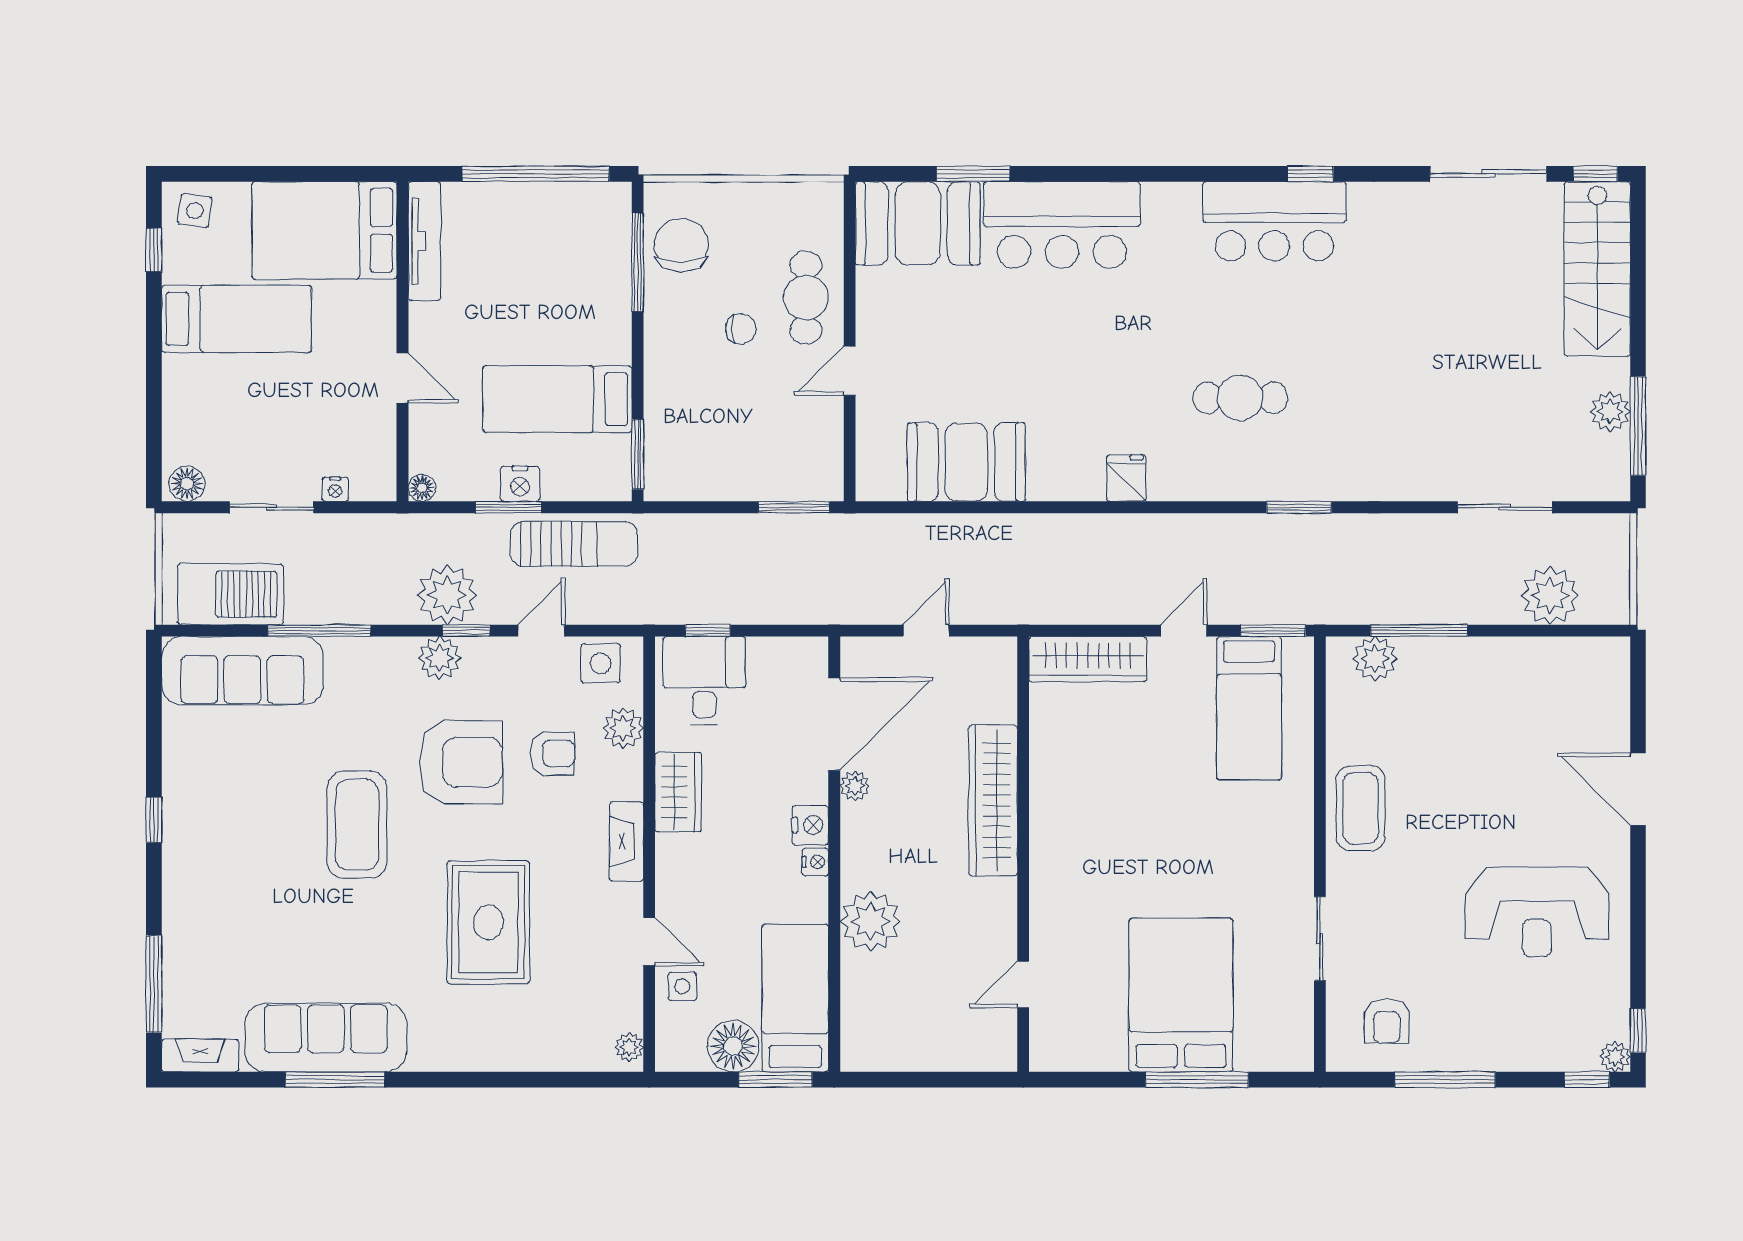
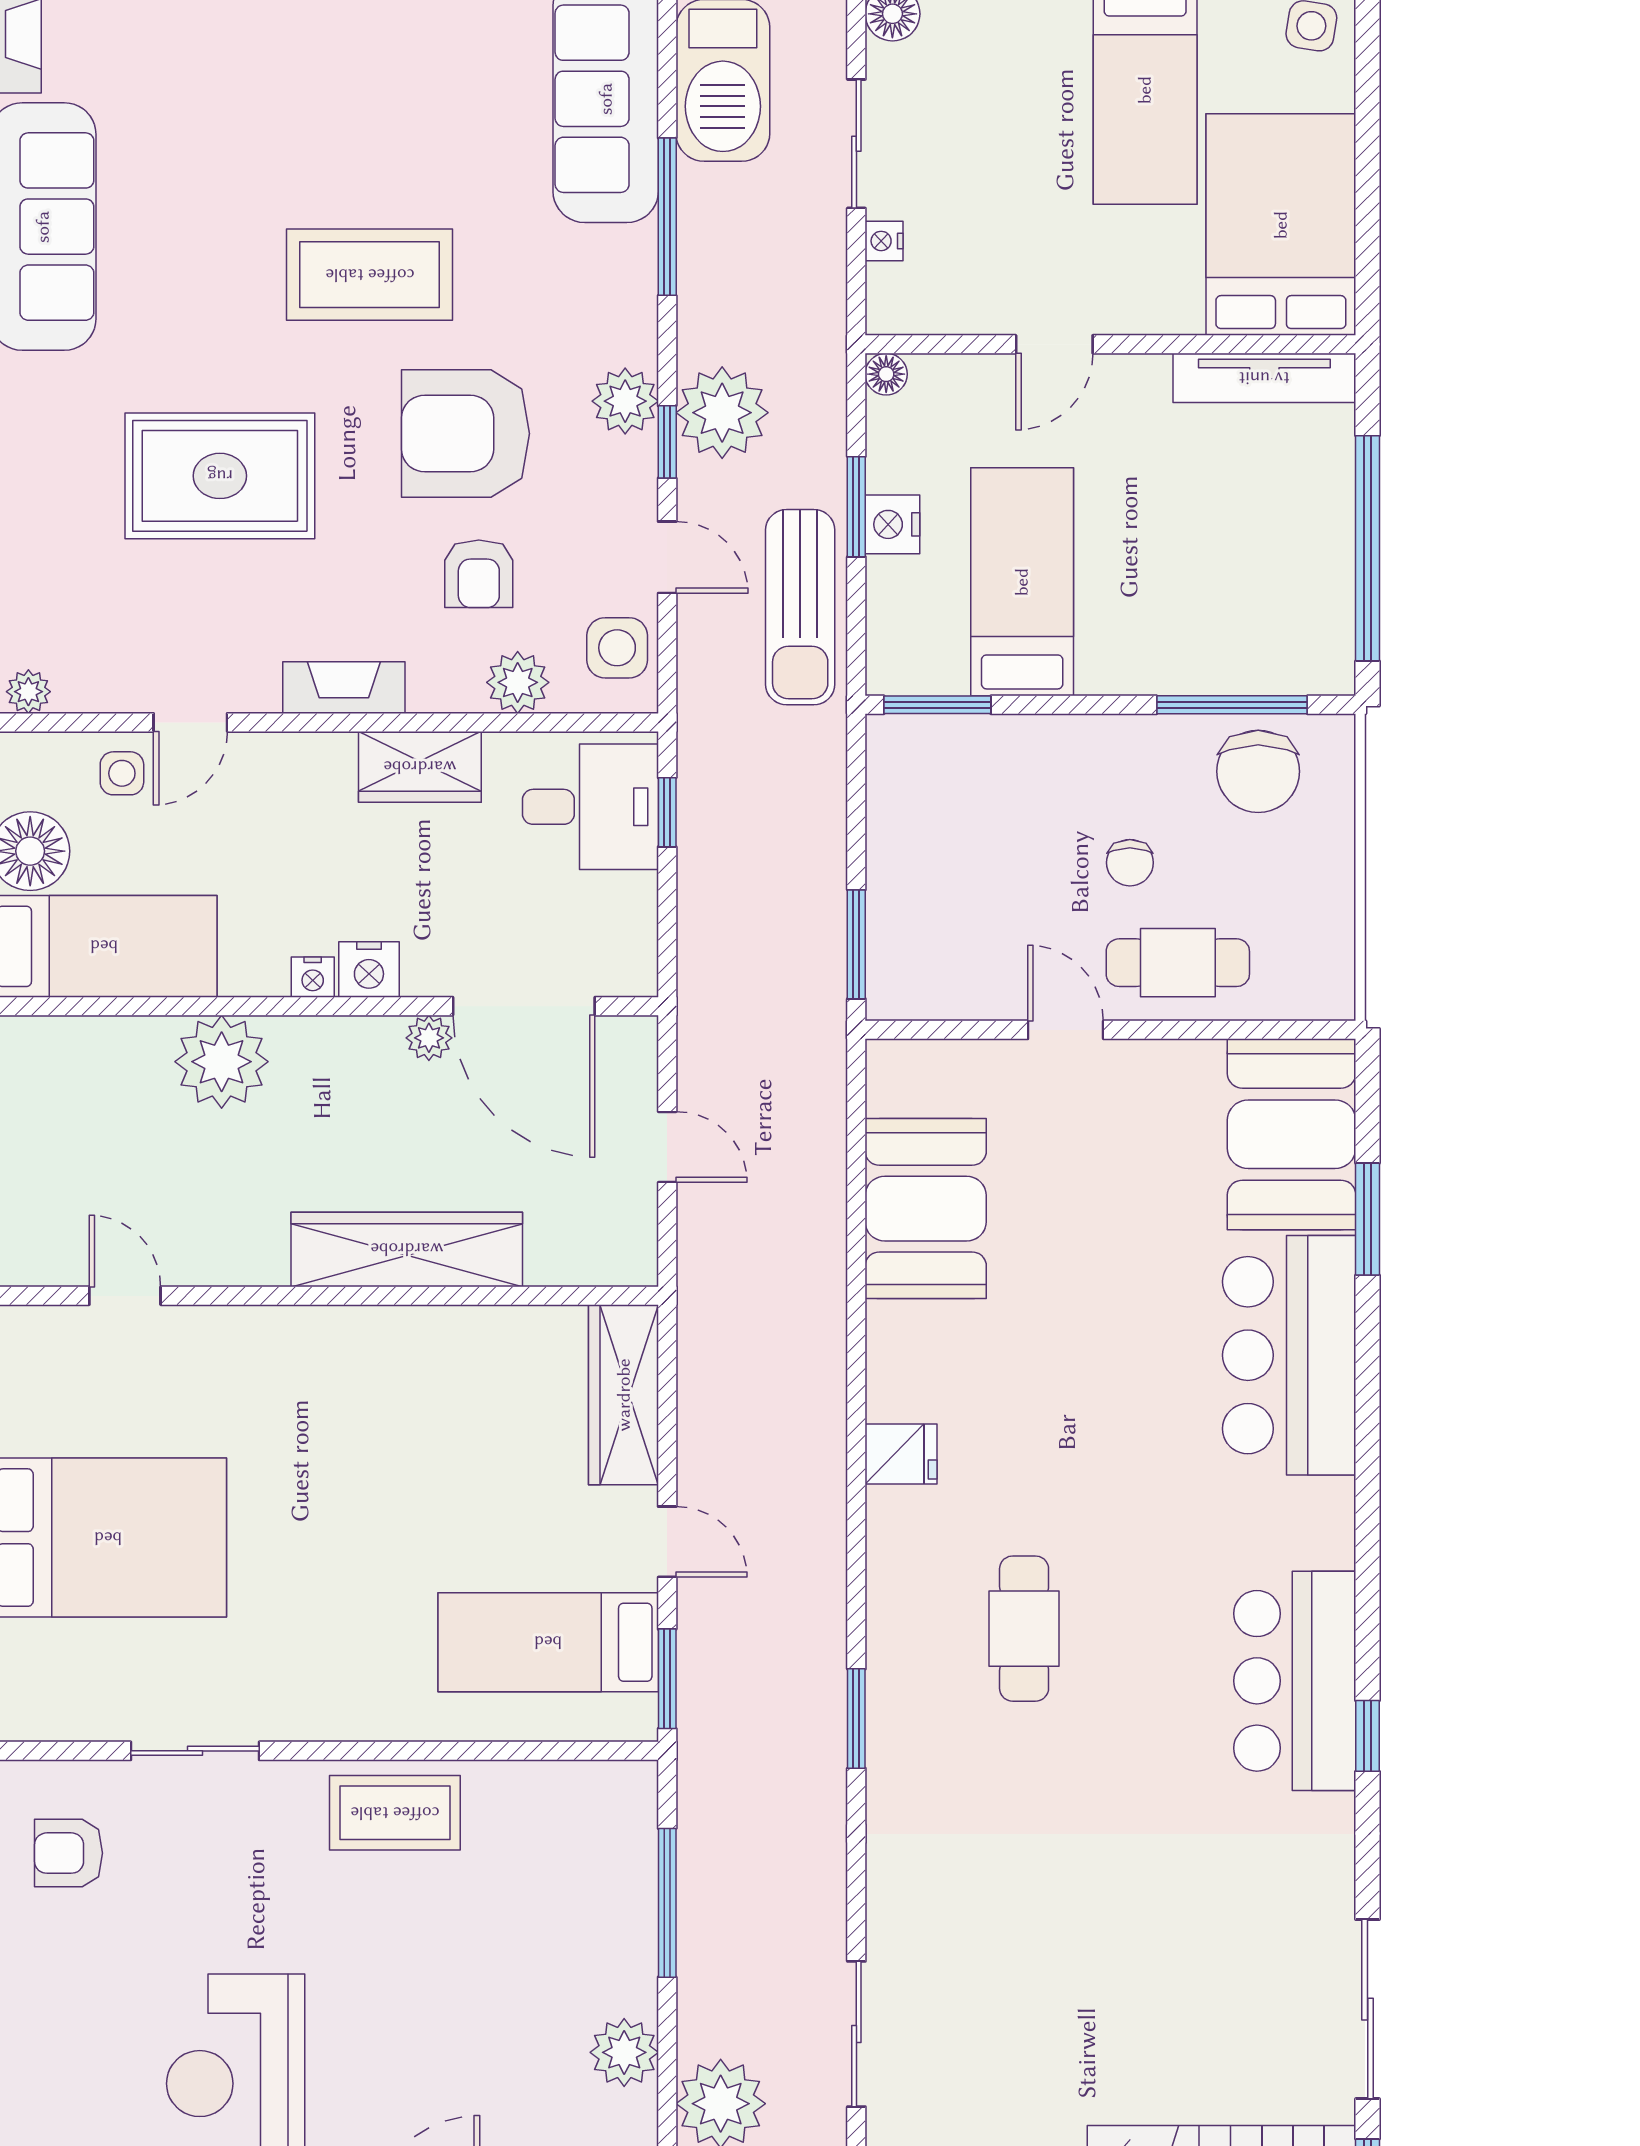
chair: (681, 245) -> (1258, 771), turned 90
plant: (1375, 659) -> (624, 2052), moved
armchair: (461, 762) -> (465, 434), turned 90

